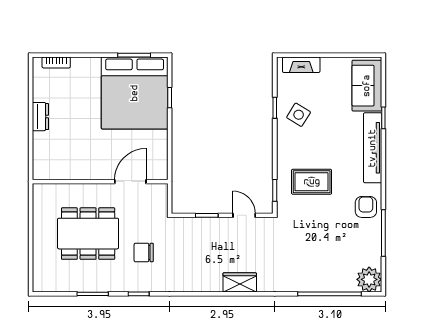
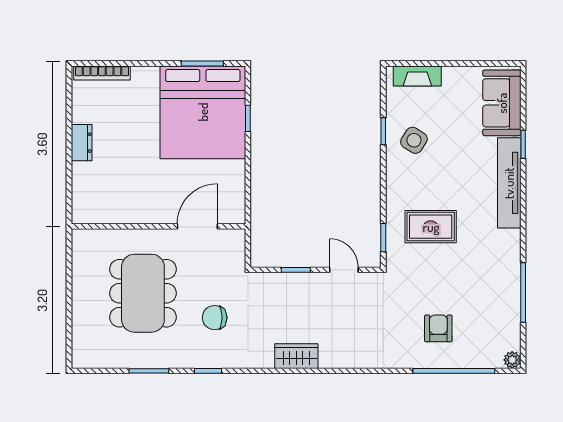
bookcase: (56, 62) -> (102, 73), width x1.56
armchair: (366, 207) -> (438, 328), moved
dining table: (88, 234) -> (143, 293), turned 90
plant: (369, 279) -> (512, 360), width x0.53, depth x0.53
wardrobe: (240, 282) -> (296, 356), moved

